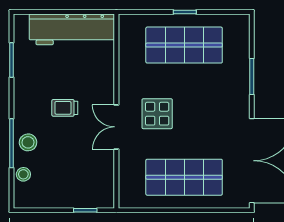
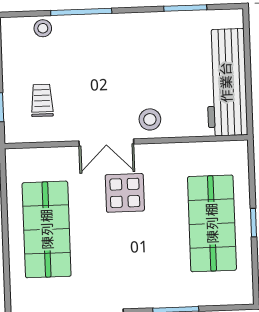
trolley: (65, 108) -> (42, 100), moved
double door: (116, 127) -> (106, 142), swing flipped
stool: (28, 142) -> (150, 119), moved

